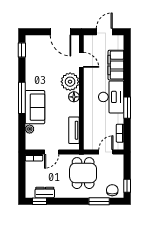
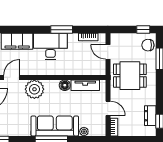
floor lamp: (74, 97) -> (65, 85), moved
sofa: (35, 107) -> (55, 126), width x1.36

